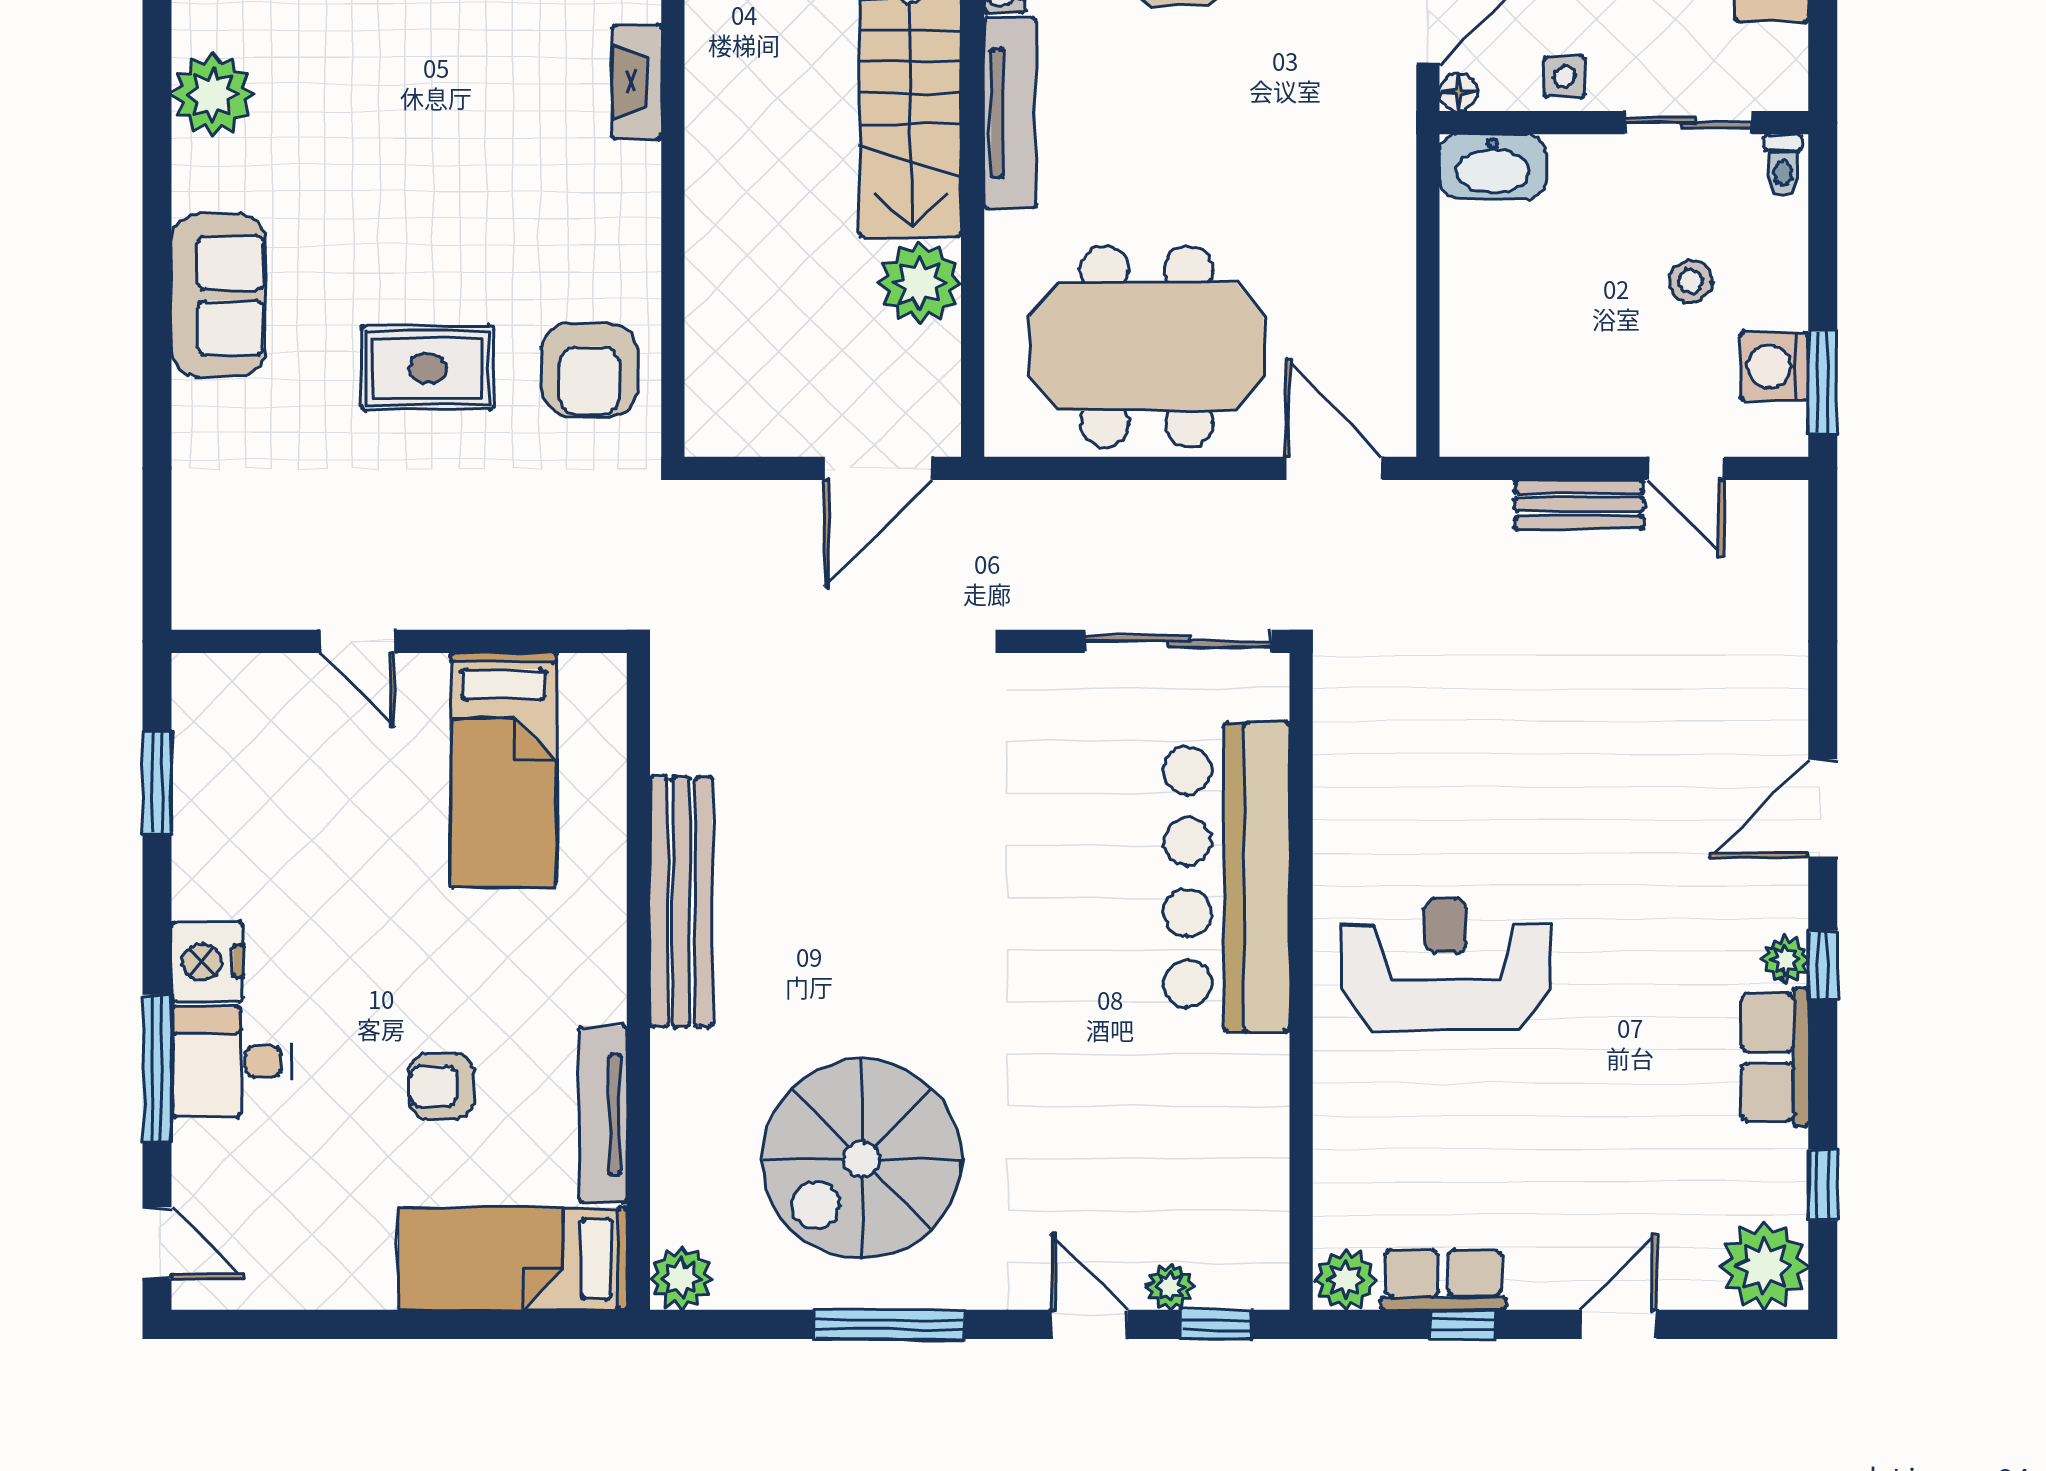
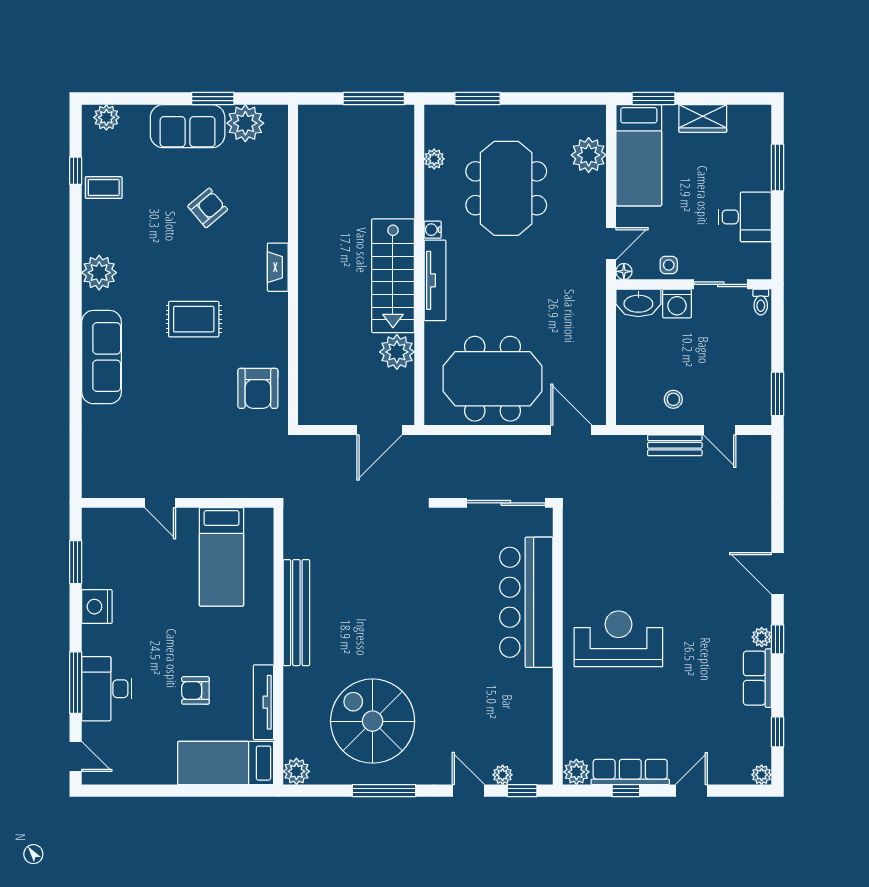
stool: (1691, 281) -> (673, 399), moved
sofa: (219, 295) -> (102, 357), width x1.36
washing machine: (1774, 367) -> (677, 303), moved, turned -90
rug: (428, 368) -> (194, 319), moved
door: (1823, 809) -> (777, 573), hinge flipped
nightstand: (207, 962) -> (97, 607), moved
desk: (231, 1062) -> (107, 689), width x1.37
spiral stairs: (862, 1159) -> (373, 721), turned 90
plant: (1764, 1266) -> (762, 775), width x0.53, depth x0.53
row of seats: (1443, 1280) -> (630, 772), width x1.48

